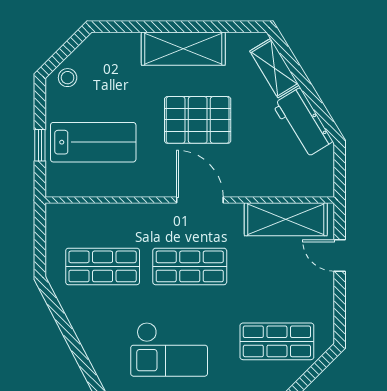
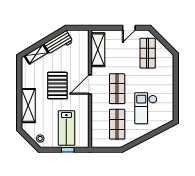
shelving: (183, 49) -> (28, 105), moved
lab bench: (93, 142) -> (66, 128), turned 180
door: (340, 255) -> (129, 28), moved
checkout: (169, 349) -> (146, 108), moved, turned 180

